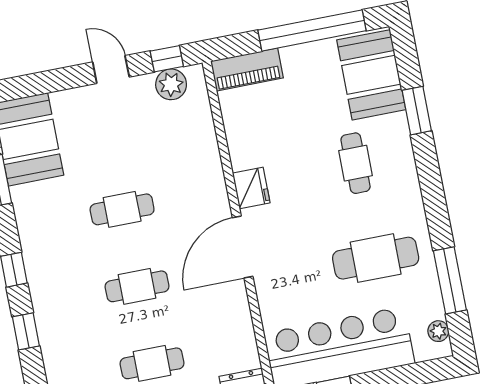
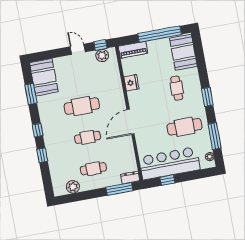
window: (417, 111) -> (207, 97), moved
fridge: (251, 188) -> (131, 83), moved
cafe table: (122, 209) -> (82, 106), width x1.37, depth x1.35

